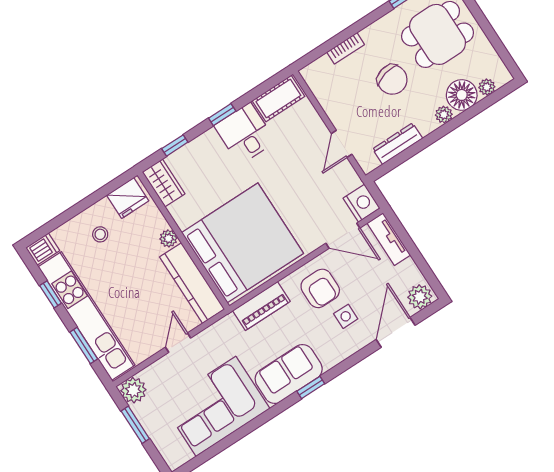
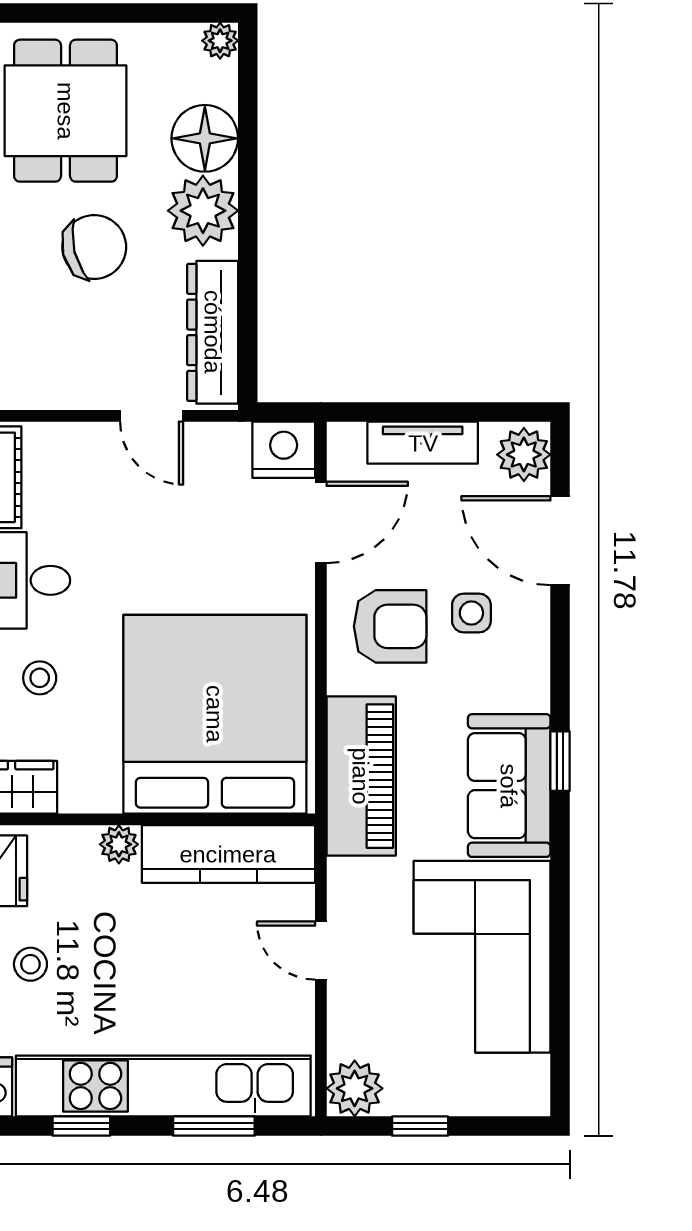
plant: (487, 87) -> (220, 41), moved
plant: (444, 115) -> (203, 211), width x1.87, depth x1.87
dresser: (398, 144) -> (213, 332), width x1.37, depth x1.24
stool: (213, 166) -> (40, 678), added
tv unit: (389, 239) -> (423, 443), moved
piano: (261, 306) -> (361, 776), width x1.37, depth x1.33
window: (135, 425) -> (420, 1126), width x0.67

